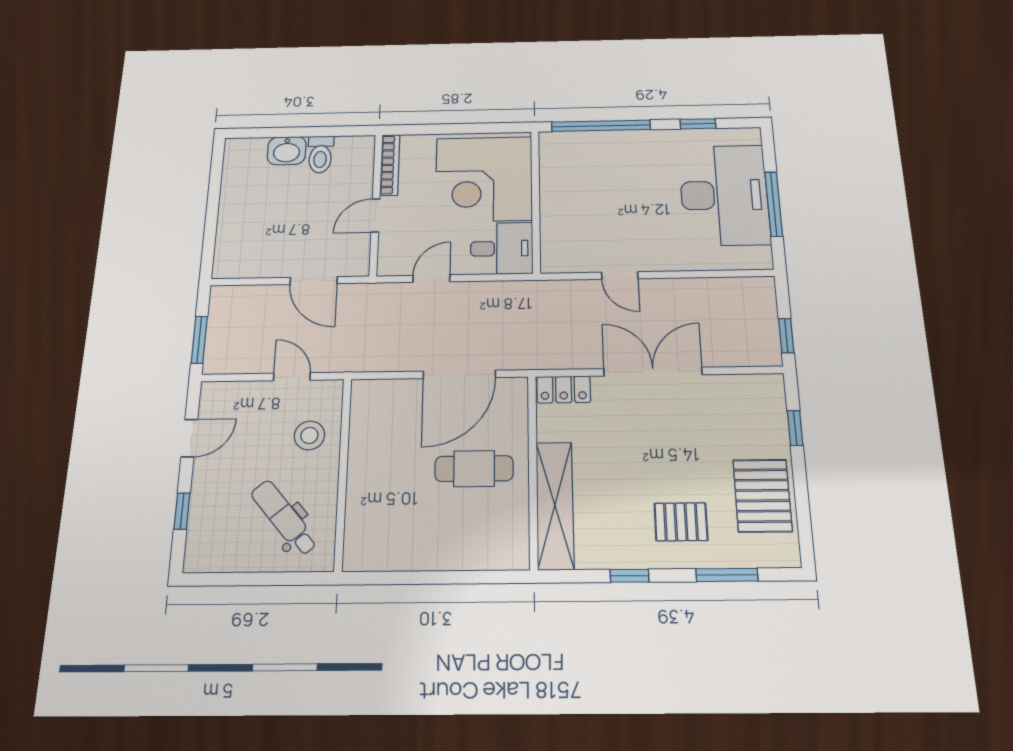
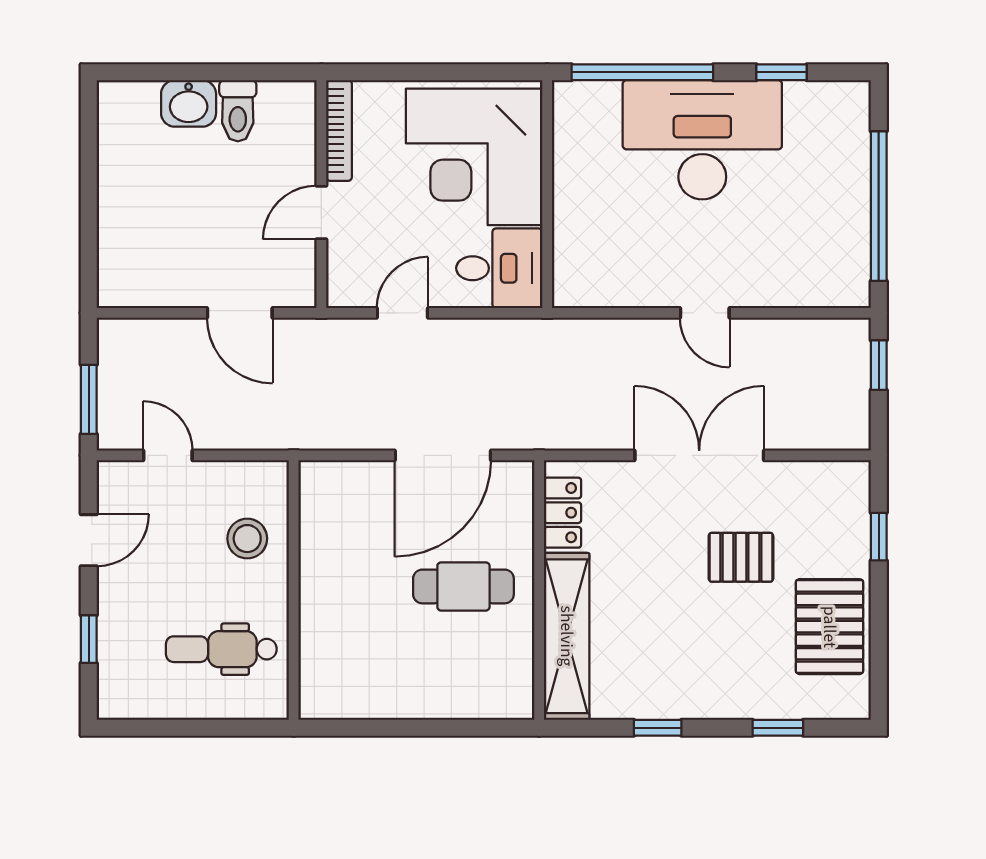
desk: (724, 195) -> (702, 140), moved, turned -90
window: (774, 204) -> (879, 206), width x1.46
door: (620, 275) -> (705, 313), moved
window: (786, 336) -> (879, 365), moved
door: (292, 377) -> (168, 455), moved
locker: (564, 389) -> (563, 513), moved, turned -90
dental chair: (284, 518) -> (221, 649), turned -50
pallet: (681, 522) -> (741, 557), moved
window: (727, 575) -> (778, 728), width x0.67

